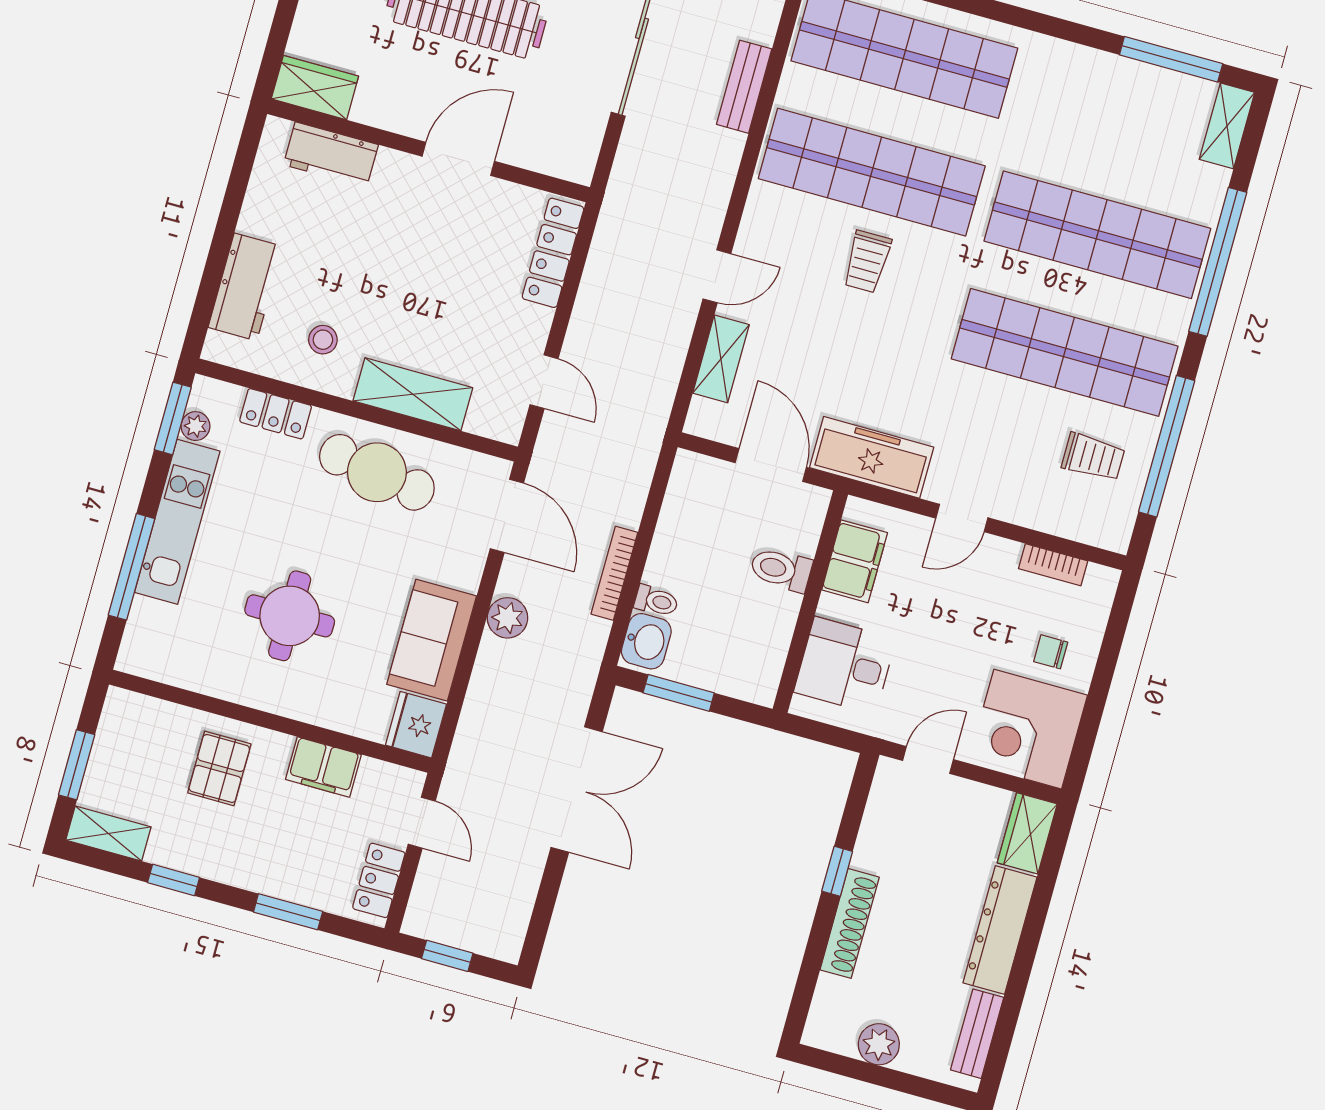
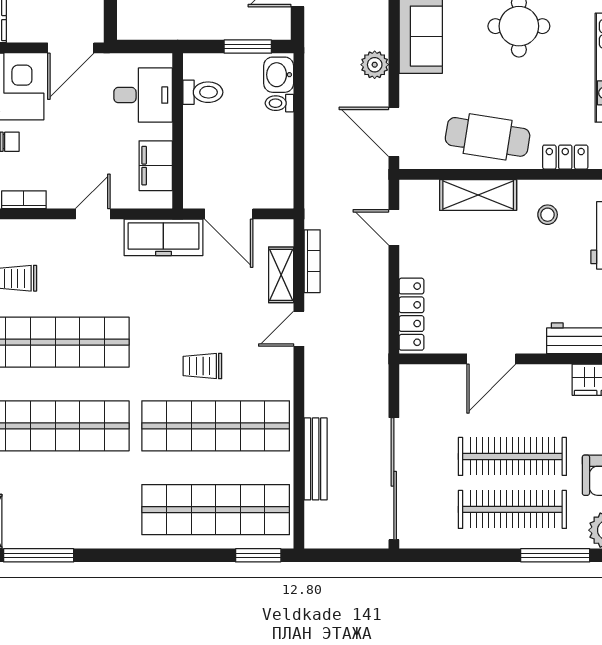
bench: (744, 87) -> (316, 459), width x1.36
trolley: (867, 261) -> (202, 366), turned -90
toilet: (781, 569) -> (203, 92), moved
bookcase: (614, 573) -> (312, 261), moved
door: (928, 760) -> (71, 48), width x1.38

